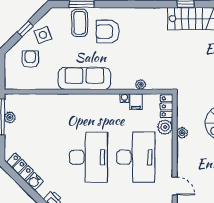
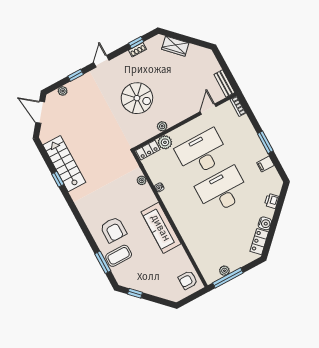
window: (25, 29) -> (135, 293), moved
side table: (43, 35) -> (144, 280), removed
armchair: (30, 59) -> (188, 280), moved
filing cabinet: (136, 102) -> (157, 177), removed

